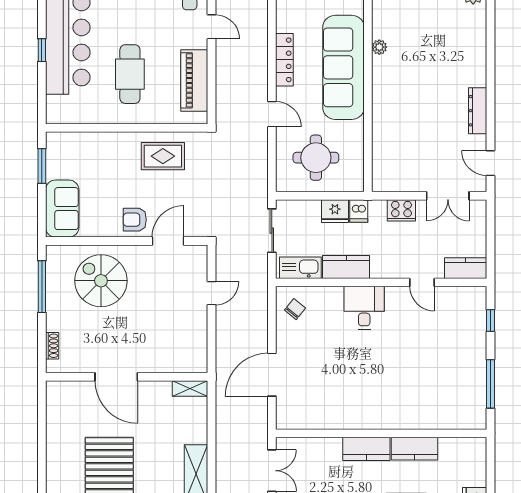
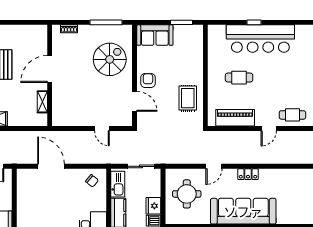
locker: (284, 60) -> (248, 174), width x0.66
cafe table: (130, 74) -> (239, 78), width x0.73, depth x0.74
shelving: (190, 388) -> (42, 102), moved

